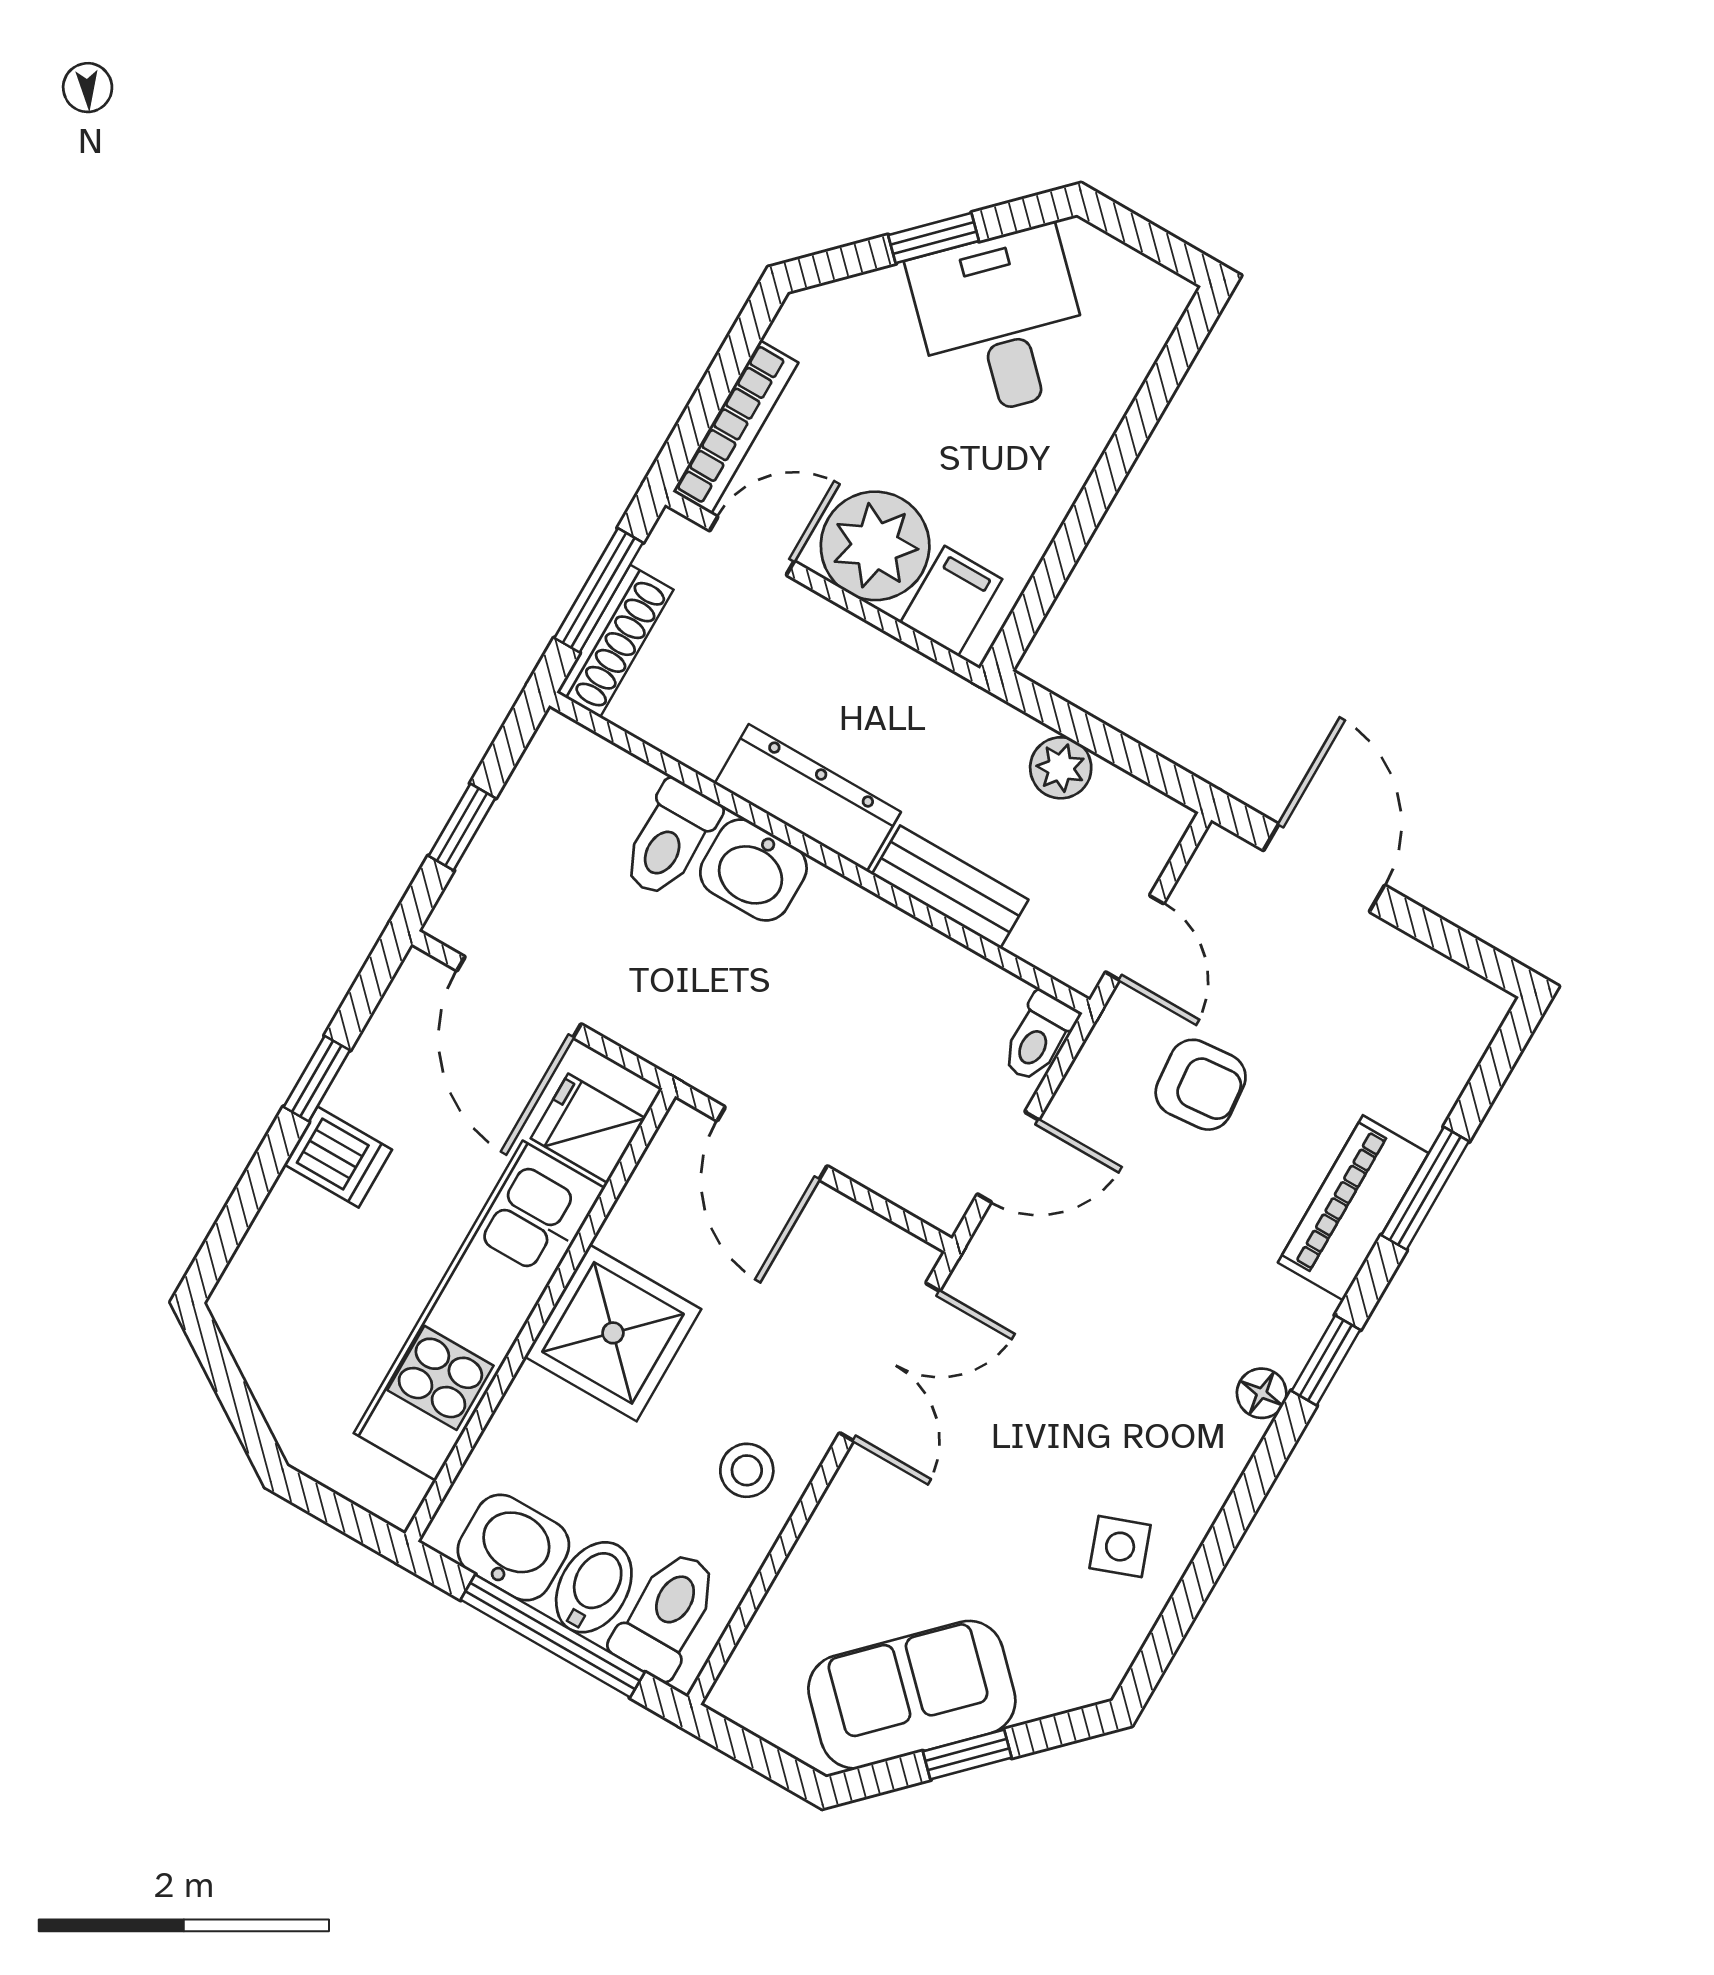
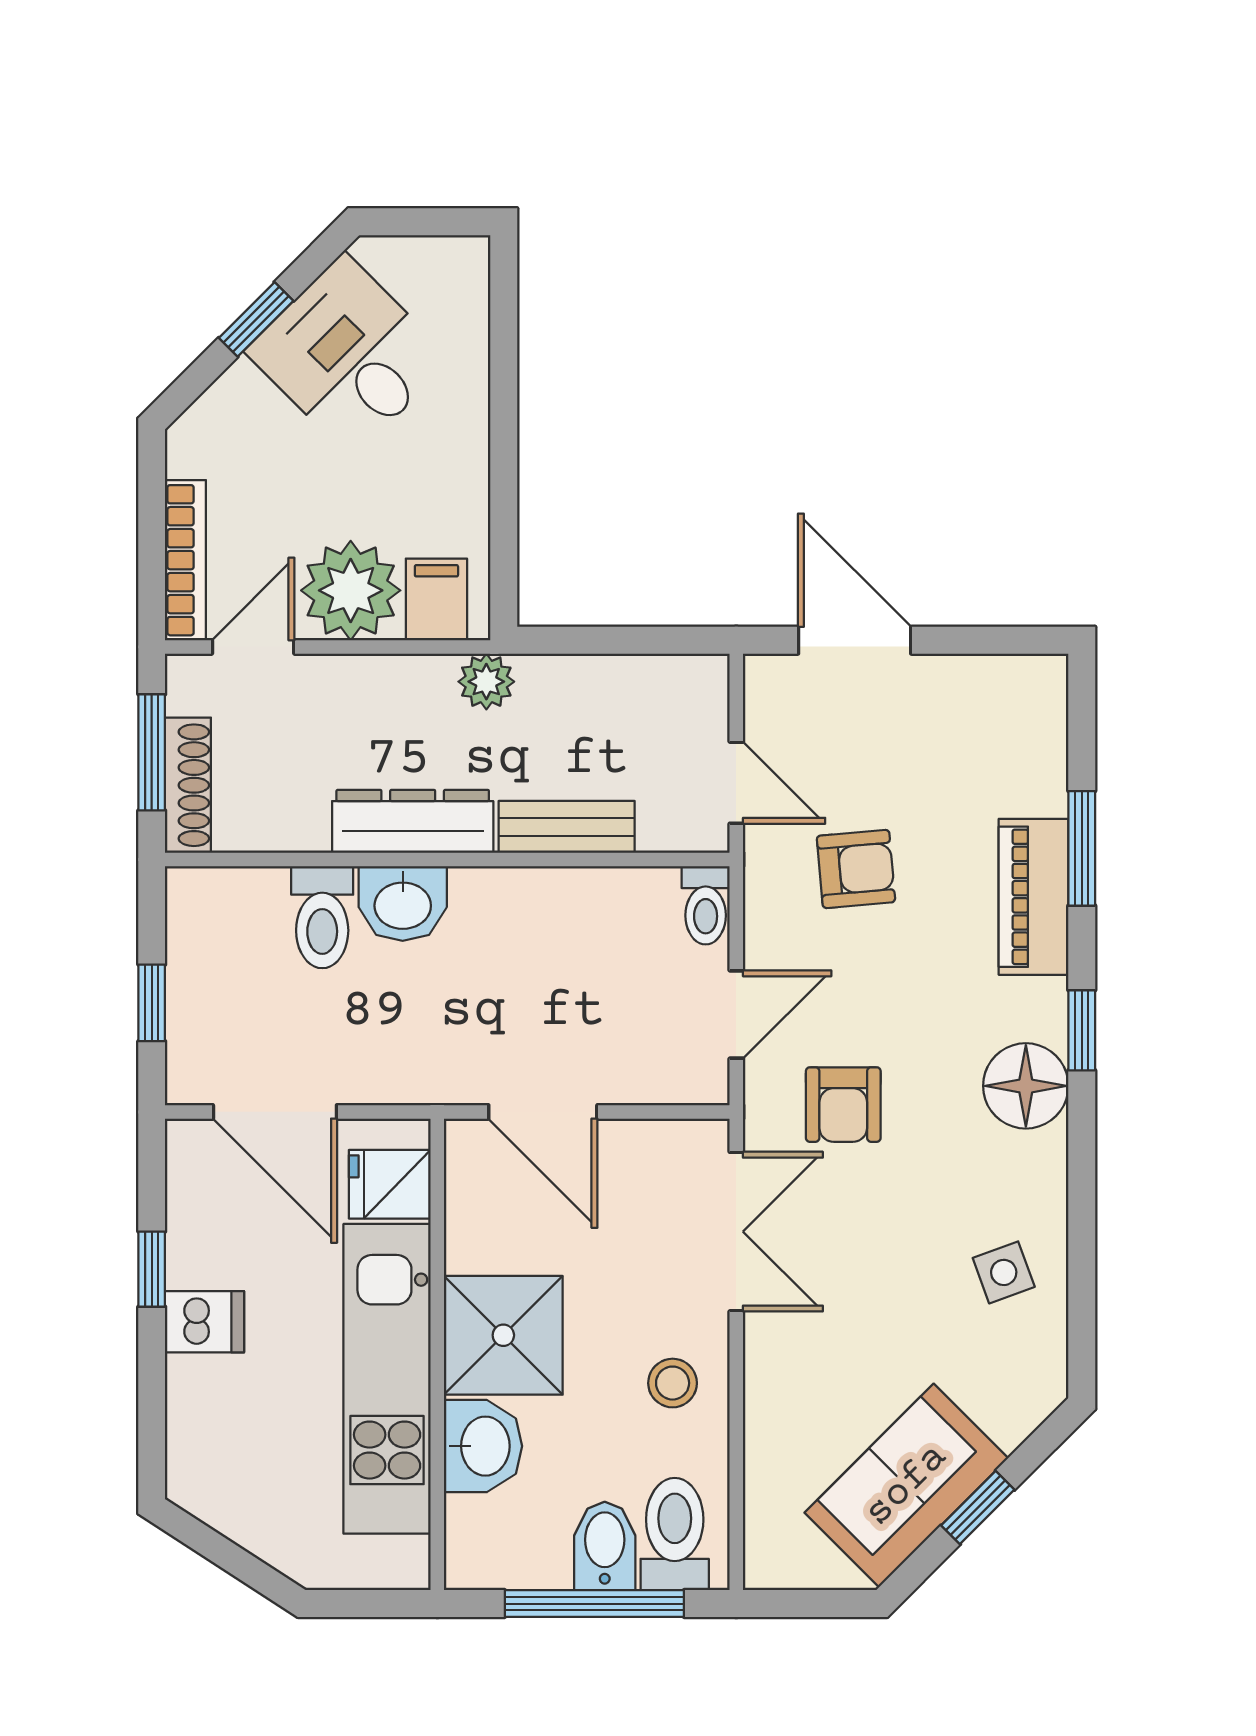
plant: (1061, 768) -> (486, 682), moved
armchair: (1060, 1300) -> (843, 1105), added
floor lamp: (1262, 1393) -> (1026, 1086), width x1.89, depth x1.89
washbasin: (513, 1547) -> (483, 1446), moved, turned 90

